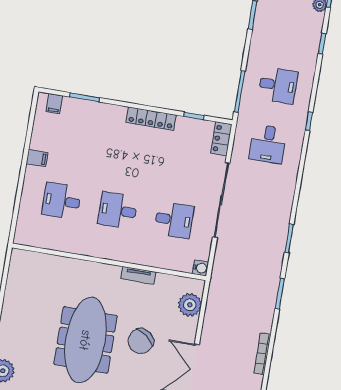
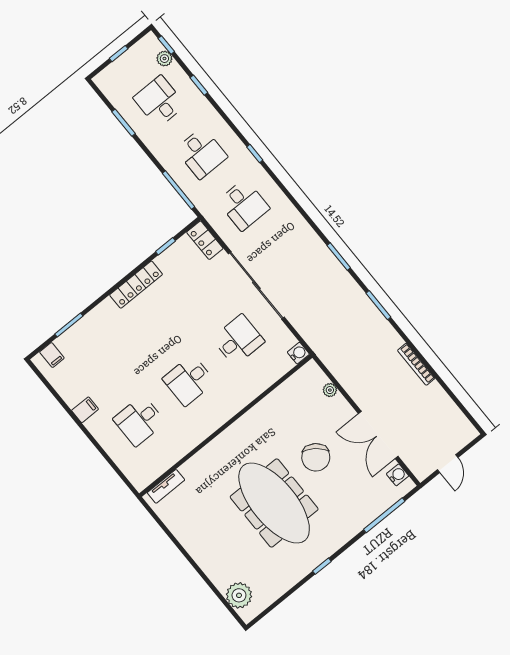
desk: (288, 27) -> (159, 101), added
desk: (278, 85) -> (201, 153), turned 90
tv unit: (138, 275) -> (166, 486), moved
plant: (190, 305) -> (330, 390), width x0.53, depth x0.53

